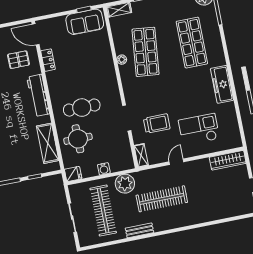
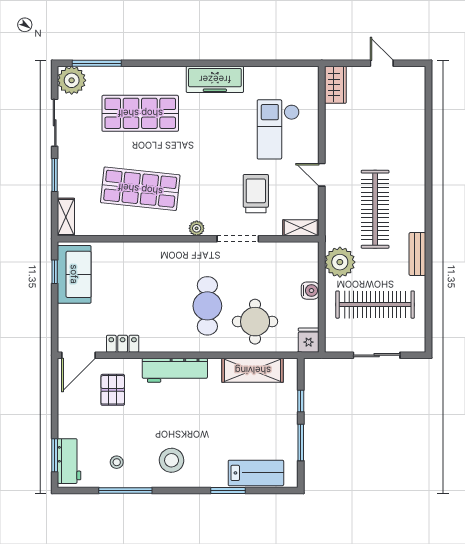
plant: (122, 60) -> (197, 228), moved
wardrobe: (228, 160) -> (335, 85), width x0.67

